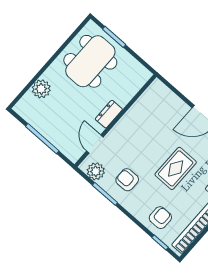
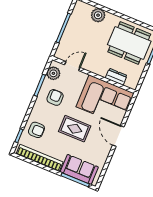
dresser: (109, 114) -> (116, 77), moved
corner sofa: (152, 117) -> (105, 100), added

